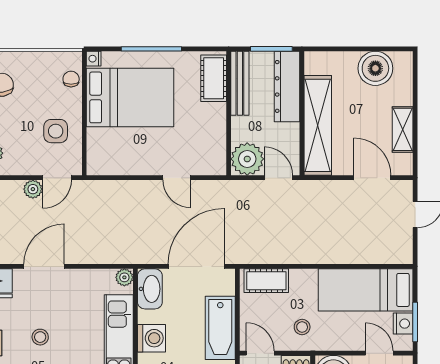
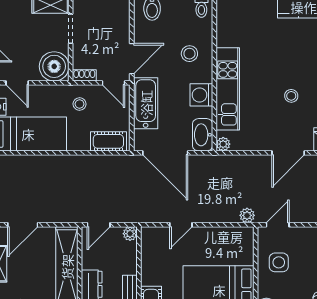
plant: (247, 159) -> (130, 234), width x0.53, depth x0.53
door: (177, 178) -> (181, 225), swing flipped
door: (278, 178) -> (99, 225), hinge flipped
door: (372, 178) -> (23, 225), hinge flipped
plant: (33, 189) -> (247, 215), moved
door: (196, 266) -> (165, 153), hinge flipped

